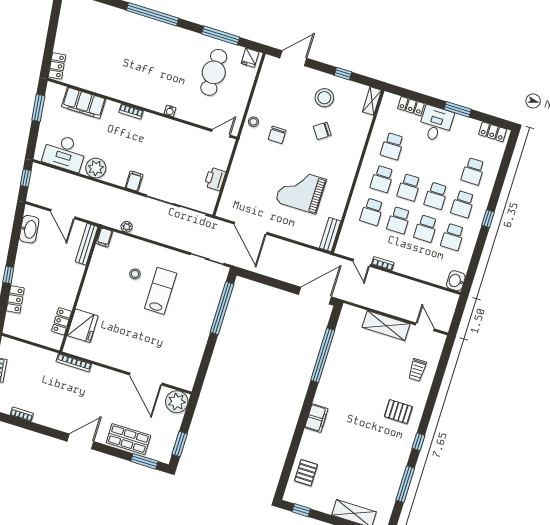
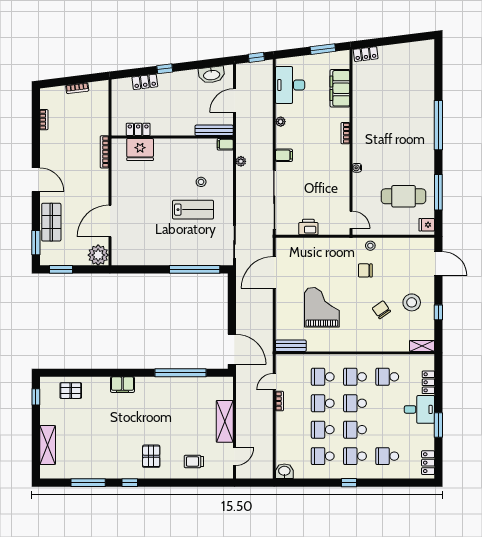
plant: (96, 168) -> (281, 122), width x0.53, depth x0.53

